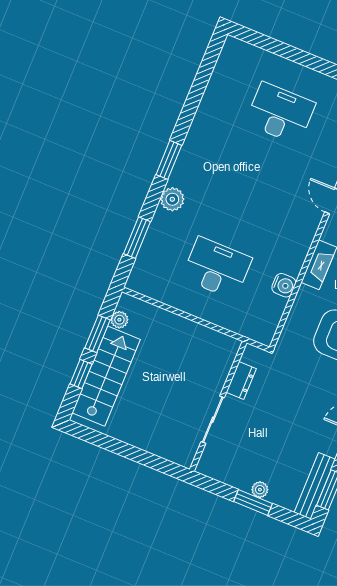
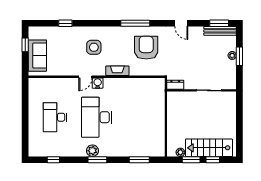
window: (202, 78) -> (53, 160), added
plant: (172, 199) -> (92, 151), moved
desk: (217, 268) -> (97, 117), moved, width x1.36, depth x1.30
water cooler: (284, 285) -> (98, 83), moved
dresser: (241, 380) -> (175, 85), moved

